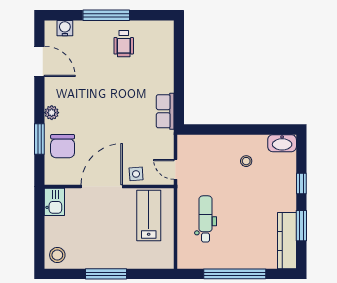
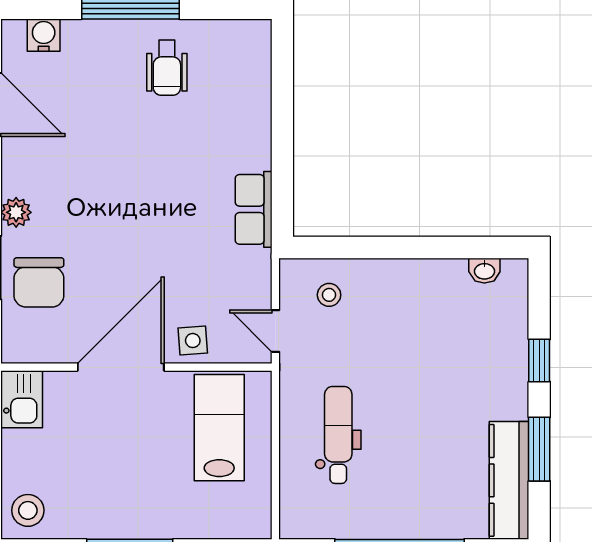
washbasin: (282, 143) -> (484, 271), width x0.52, depth x0.69
stool: (246, 161) -> (329, 295), moved

